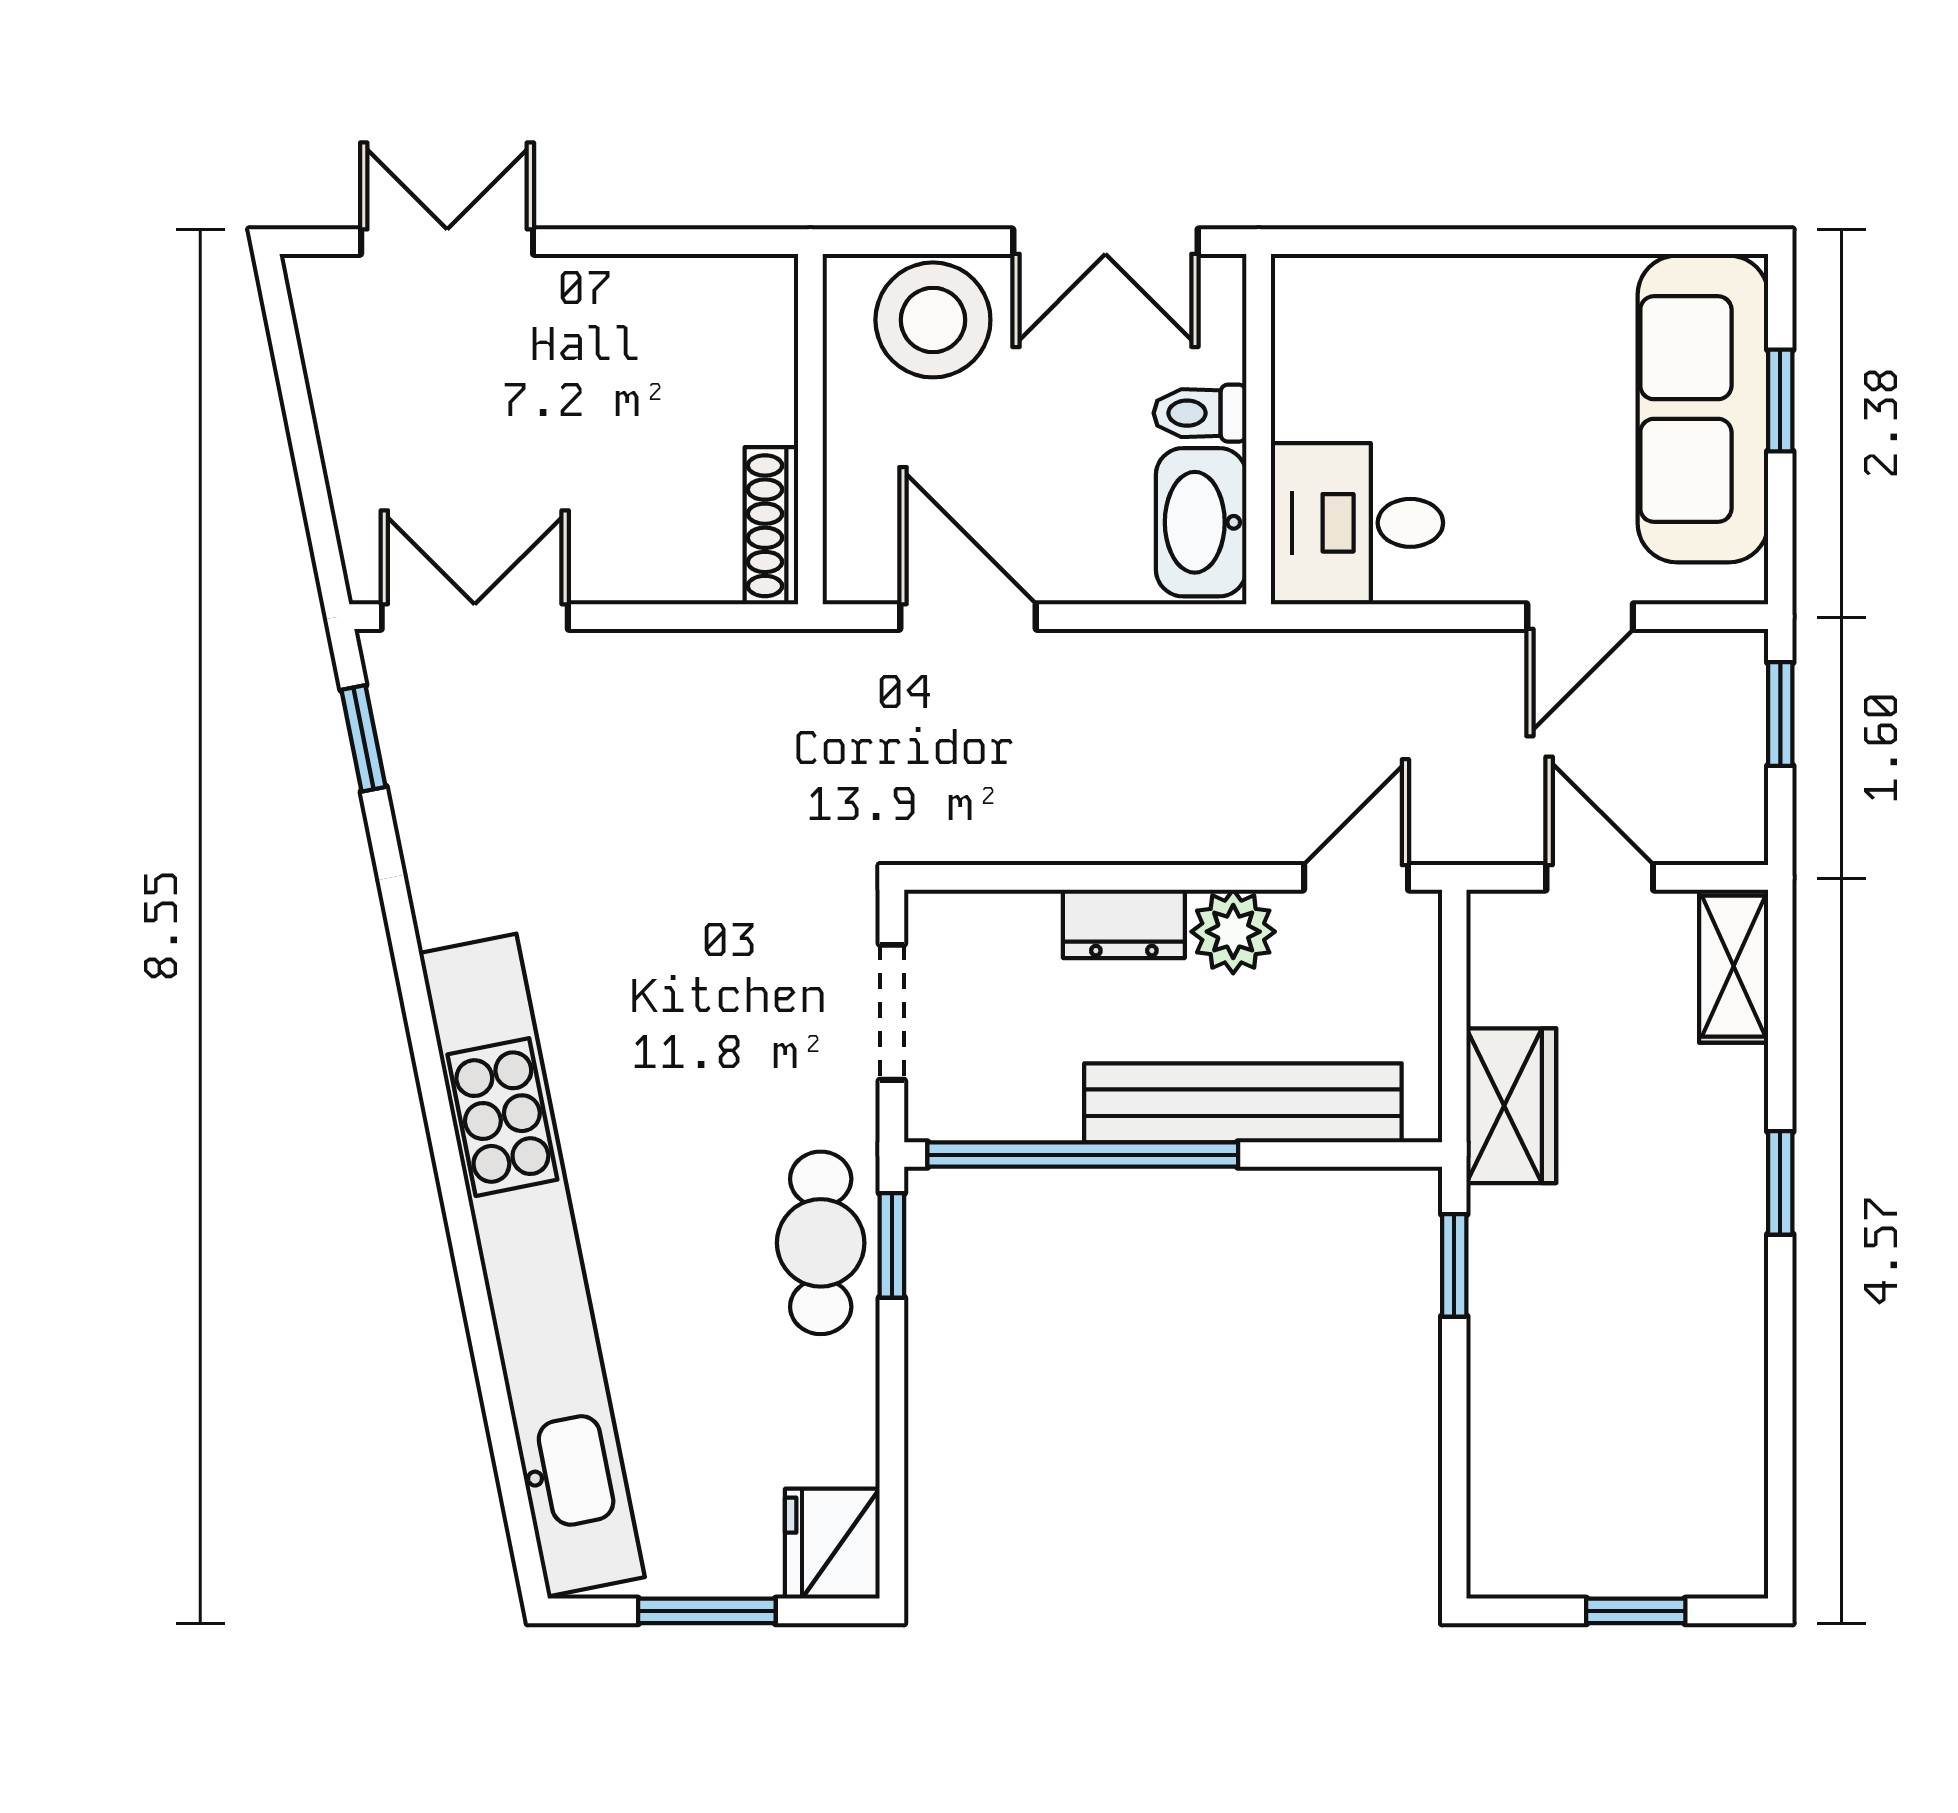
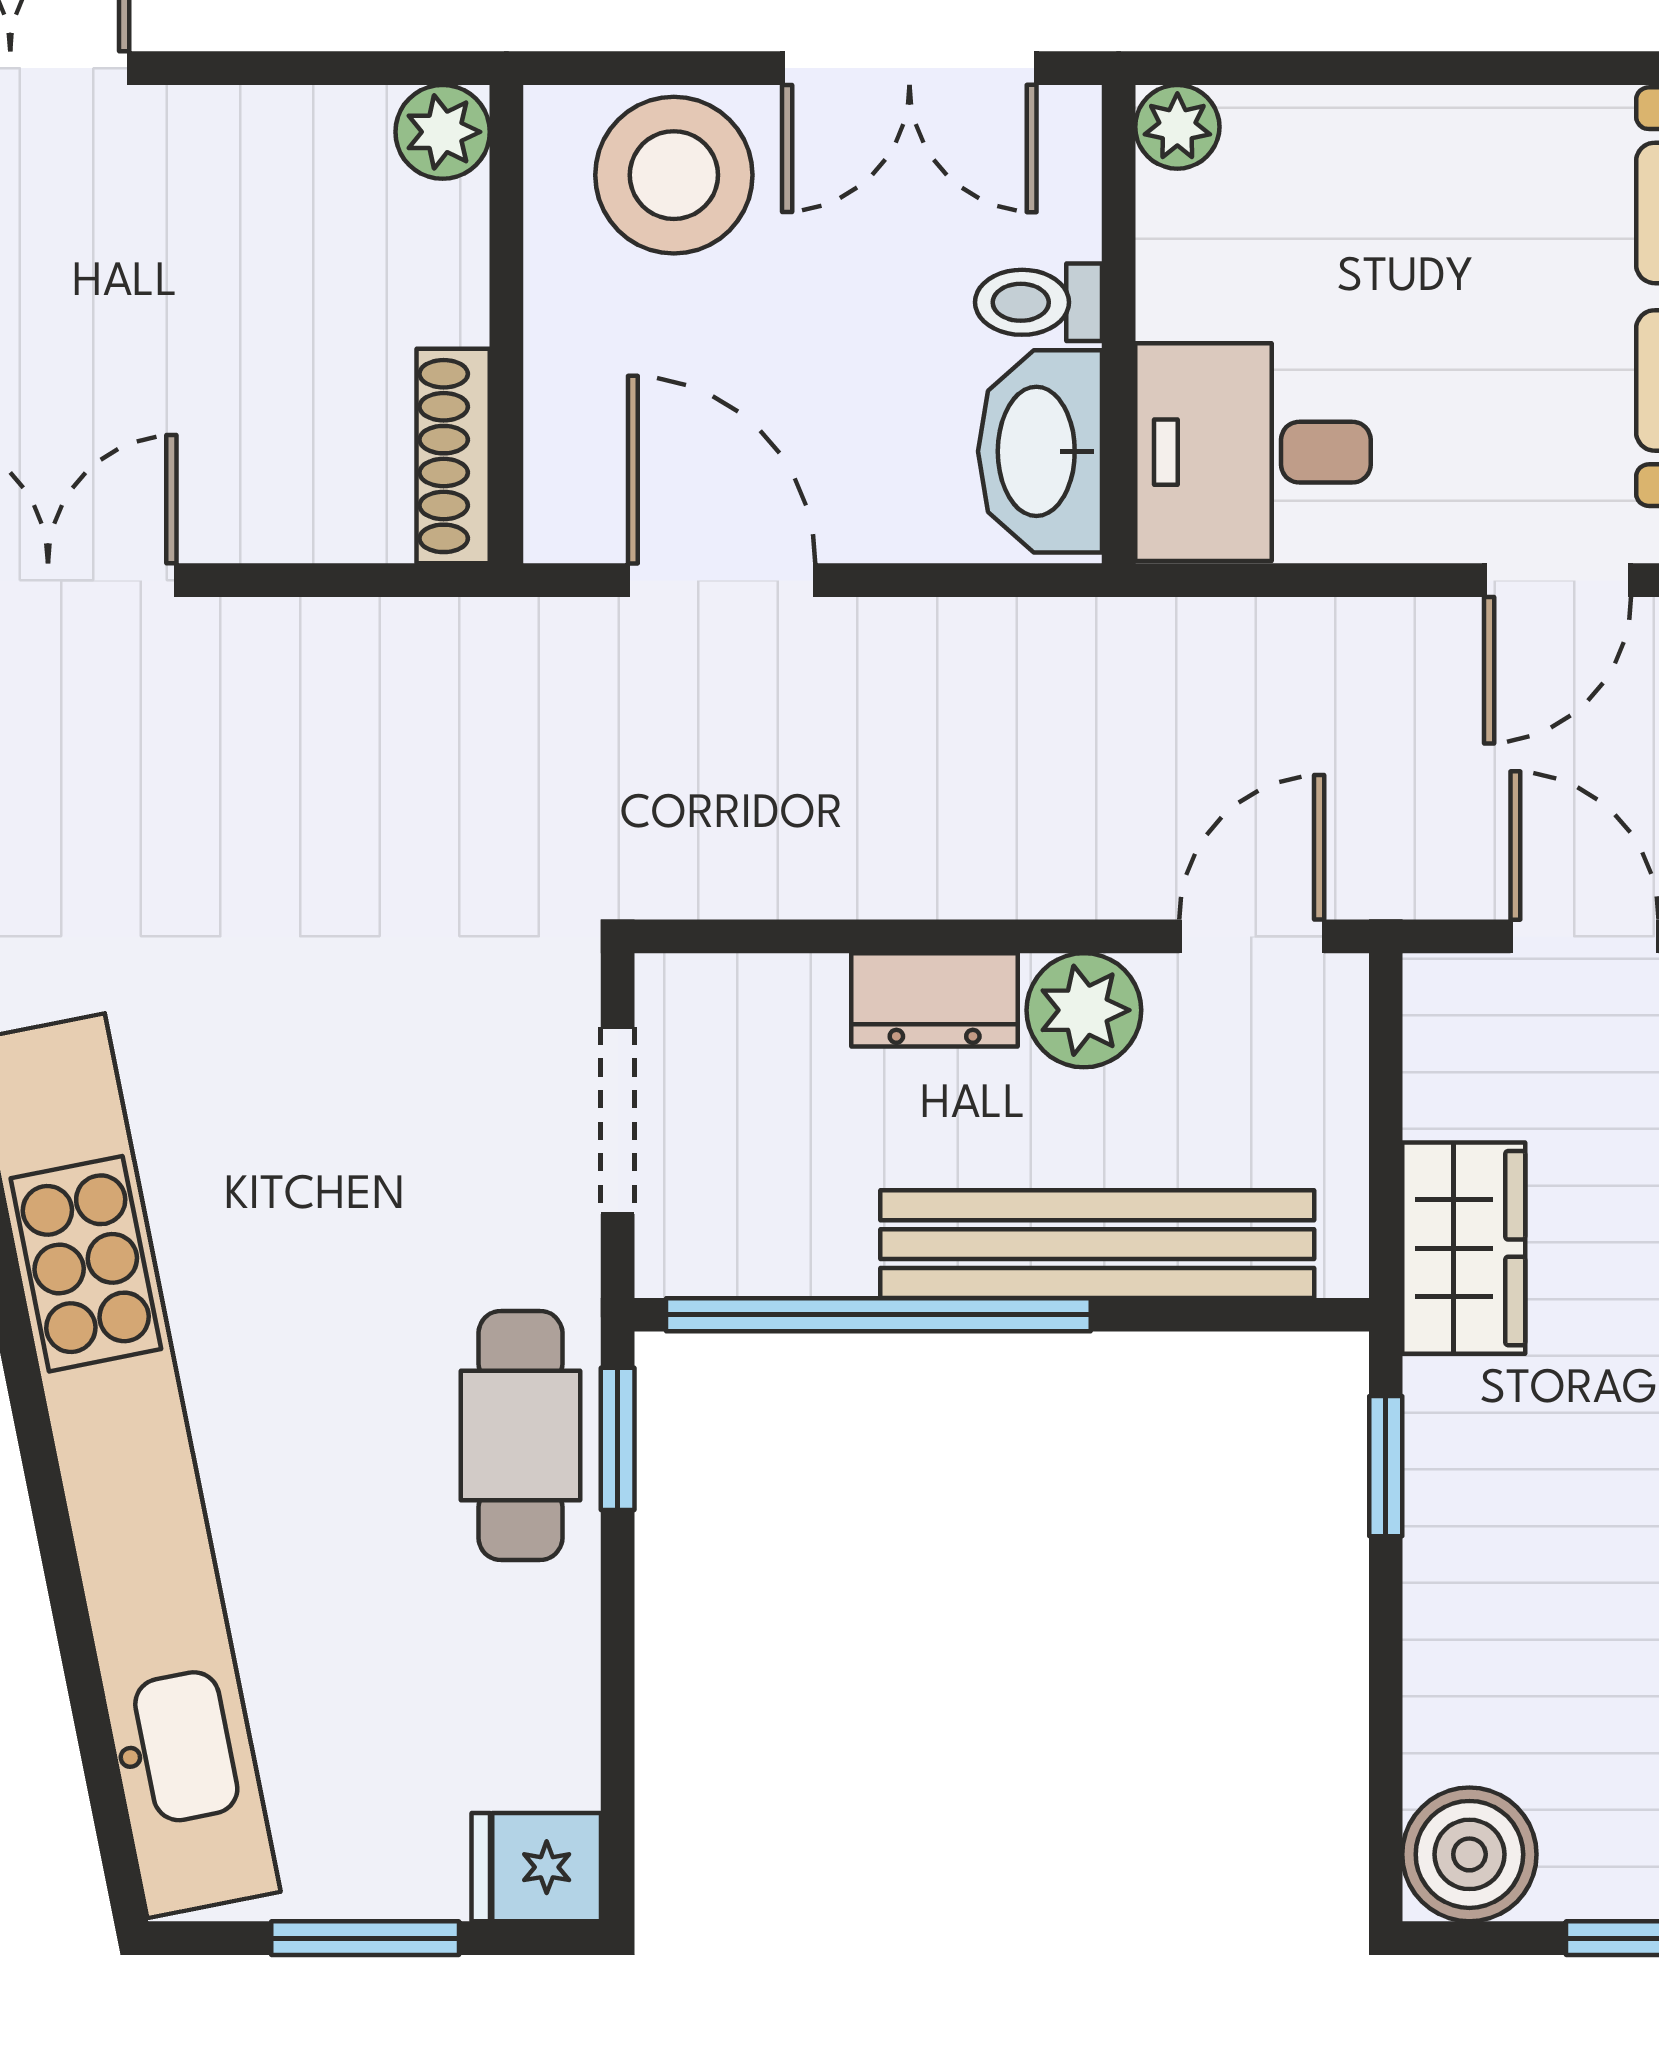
plant: (1302, 285) -> (1177, 127), added
plant: (764, 288) -> (443, 132), added
fridge: (832, 1544) -> (536, 1867), width x0.72
boiler: (1516, 1550) -> (1469, 1854), added

